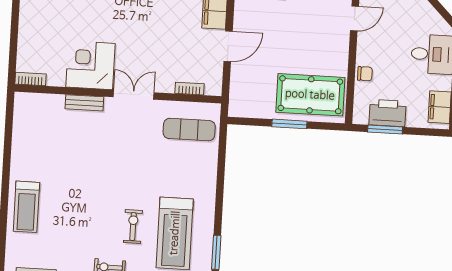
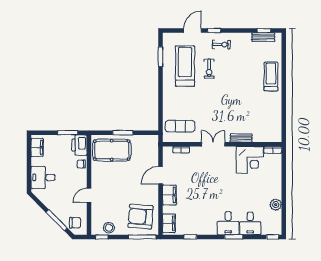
corner desk: (90, 65) -> (250, 160), moved
double door: (134, 95) -> (213, 144), swing flipped
printer: (388, 113) -> (79, 145), moved, turned 90

